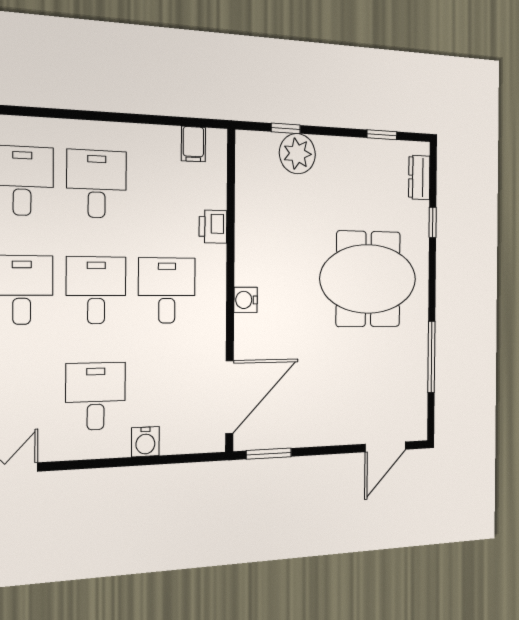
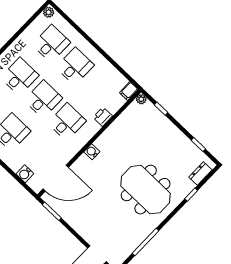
filing cabinet: (193, 144) -> (129, 91), moved
plant: (297, 154) -> (141, 99), moved, width x0.53, depth x0.53
water cooler: (145, 442) -> (25, 174), moved

